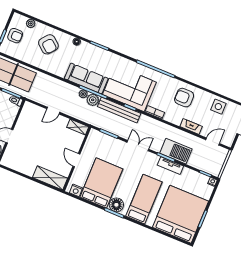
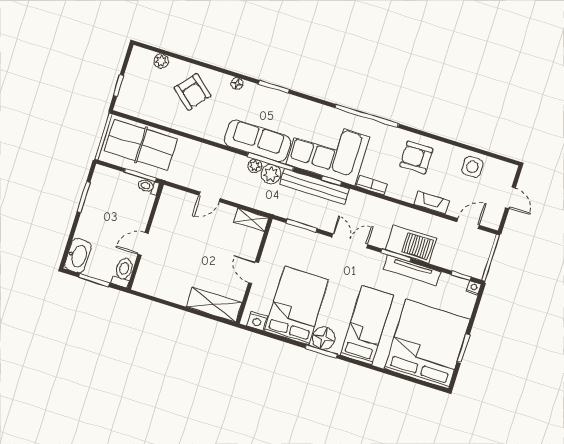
armchair: (15, 36) -> (138, 83), removed
tv unit: (170, 166) -> (412, 270), width x1.41

